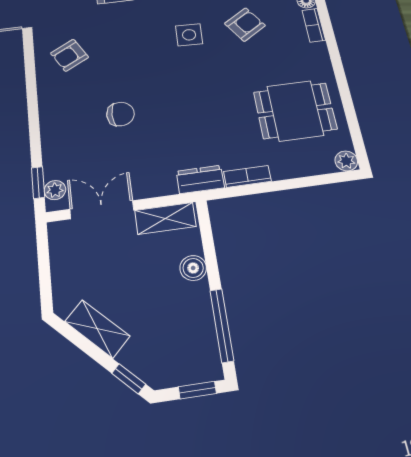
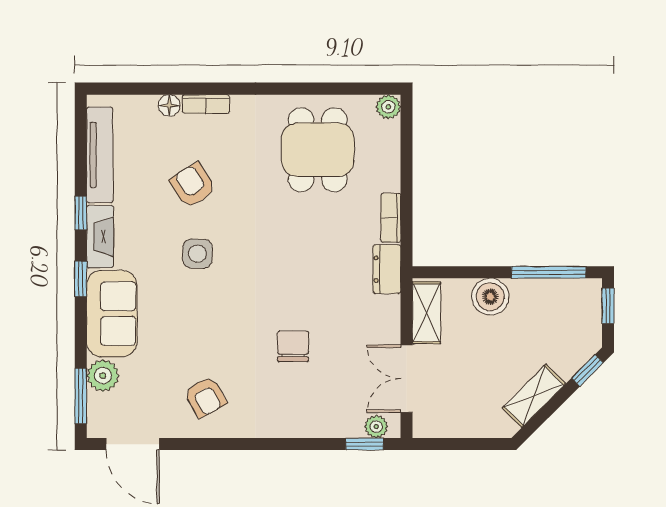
boiler: (193, 268) -> (490, 297), width x1.36, depth x1.36

